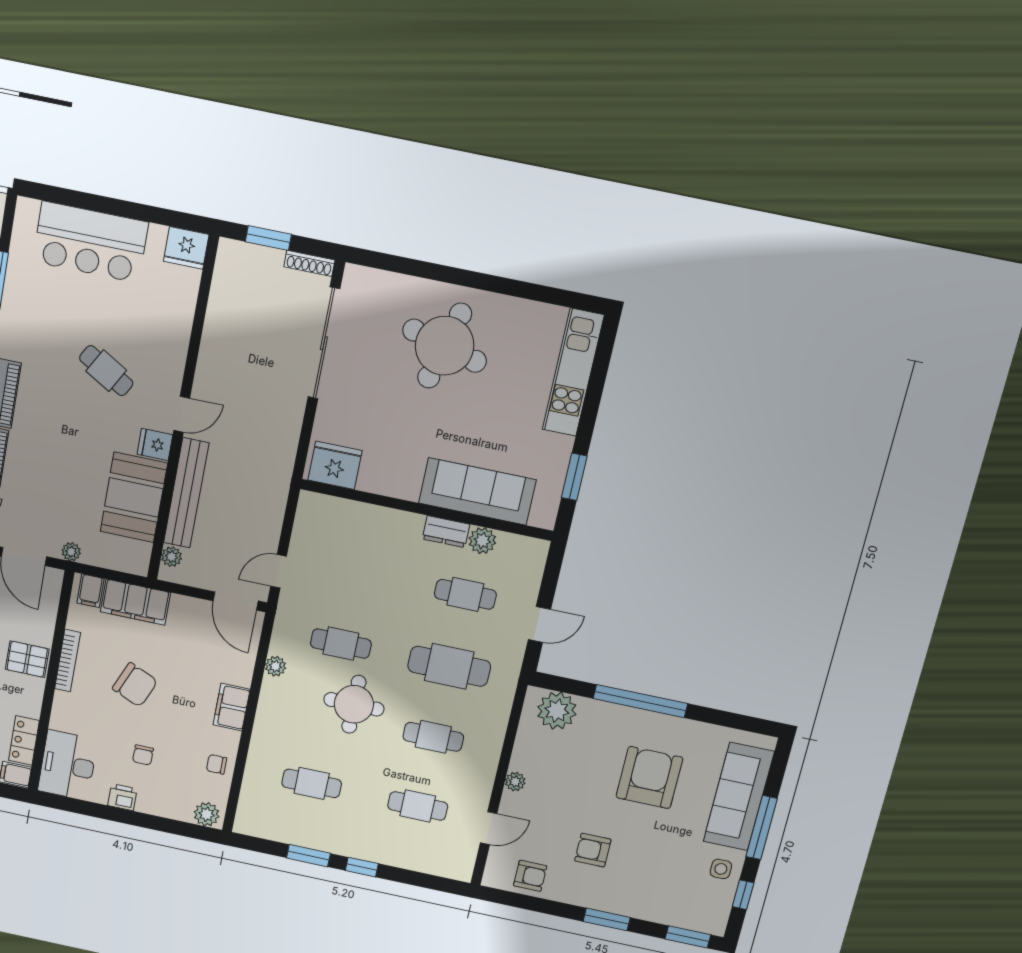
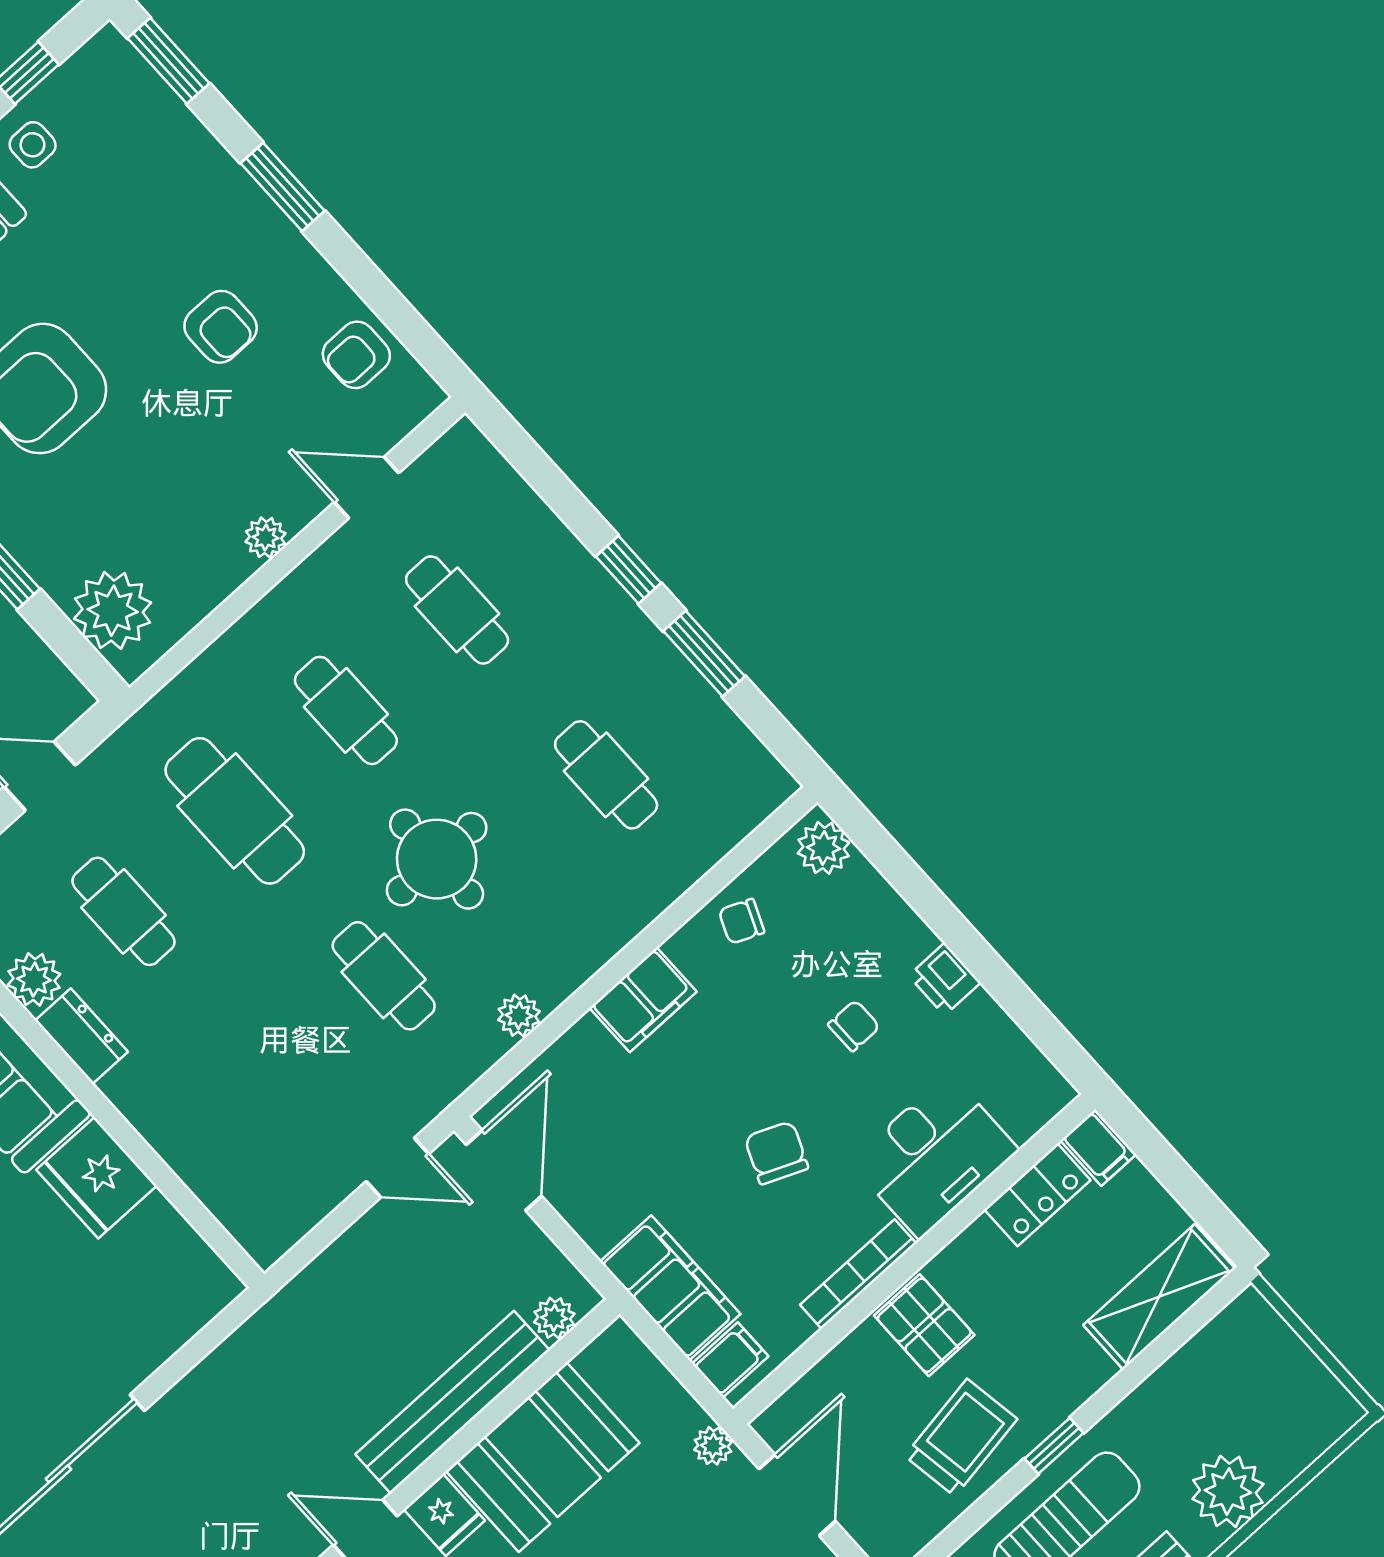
fridge: (335, 465) -> (97, 1178), moved
chair: (135, 685) -> (776, 1153), width x0.73, depth x0.73
chair: (217, 764) -> (741, 921), turned 113
desk: (68, 765) -> (934, 1156), moved
armchair: (530, 876) -> (356, 355), turned -90

